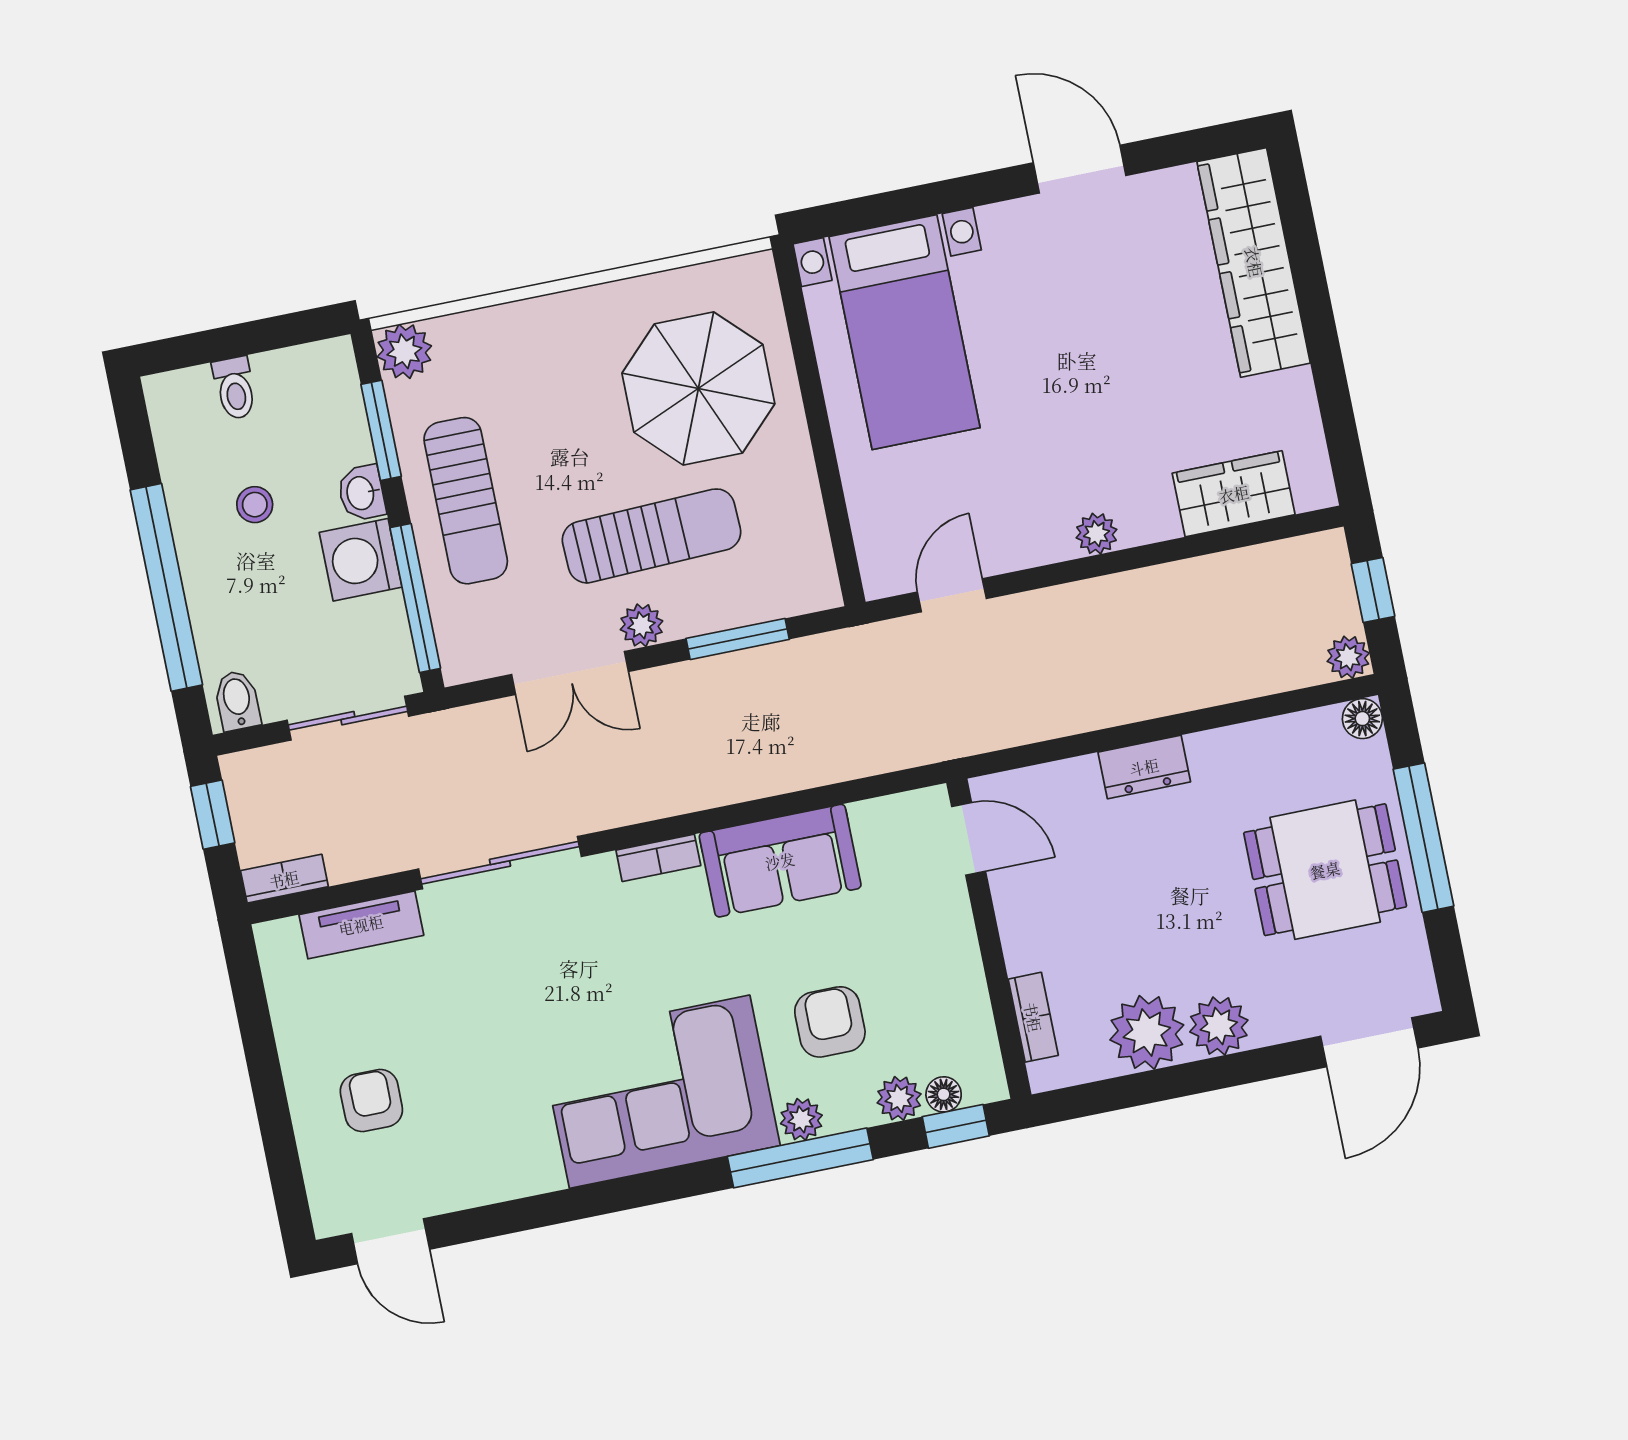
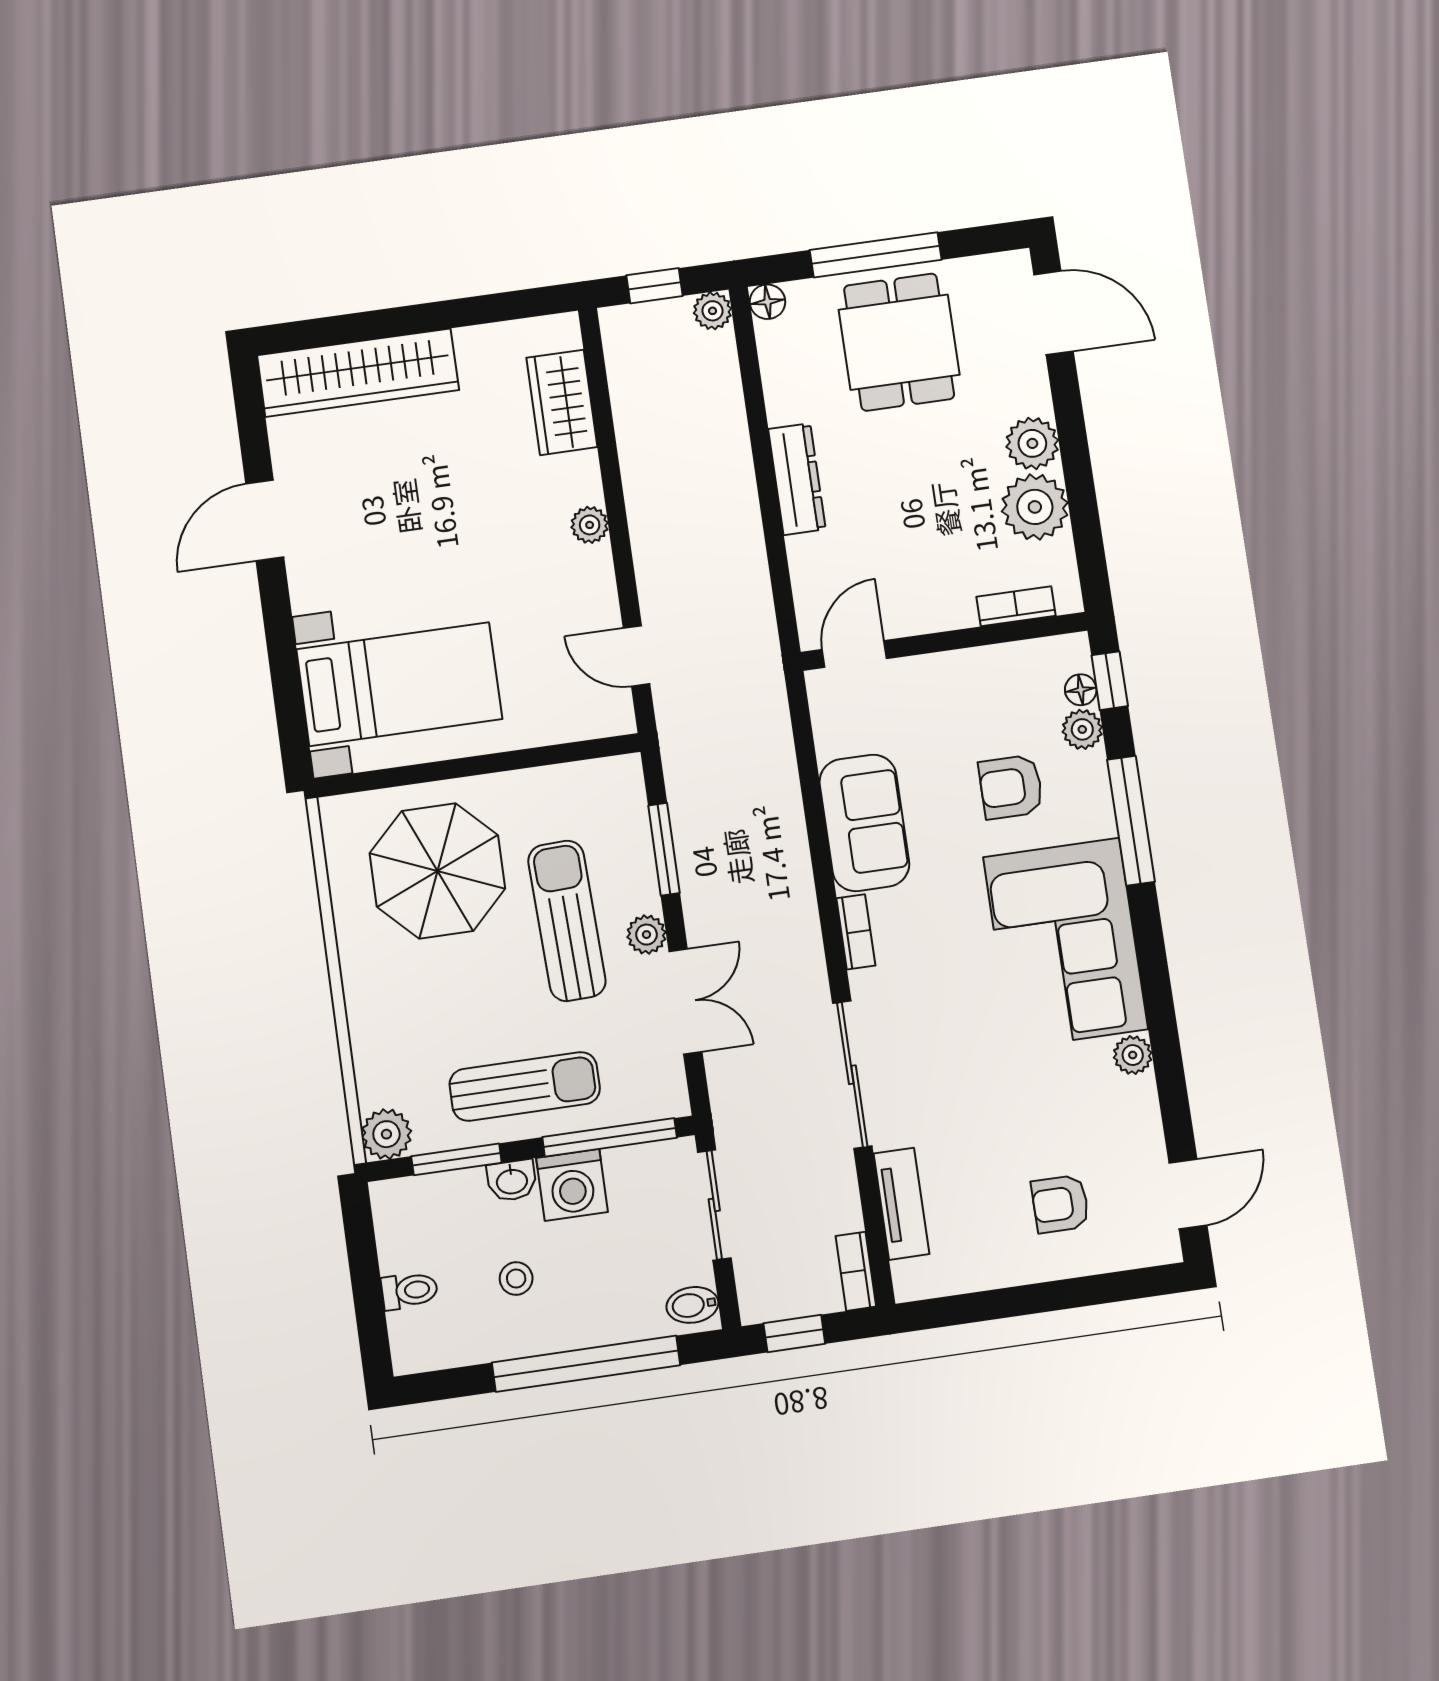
dresser: (1144, 767) -> (797, 479), width x1.44
plant: (801, 1119) -> (1133, 1055), moved

